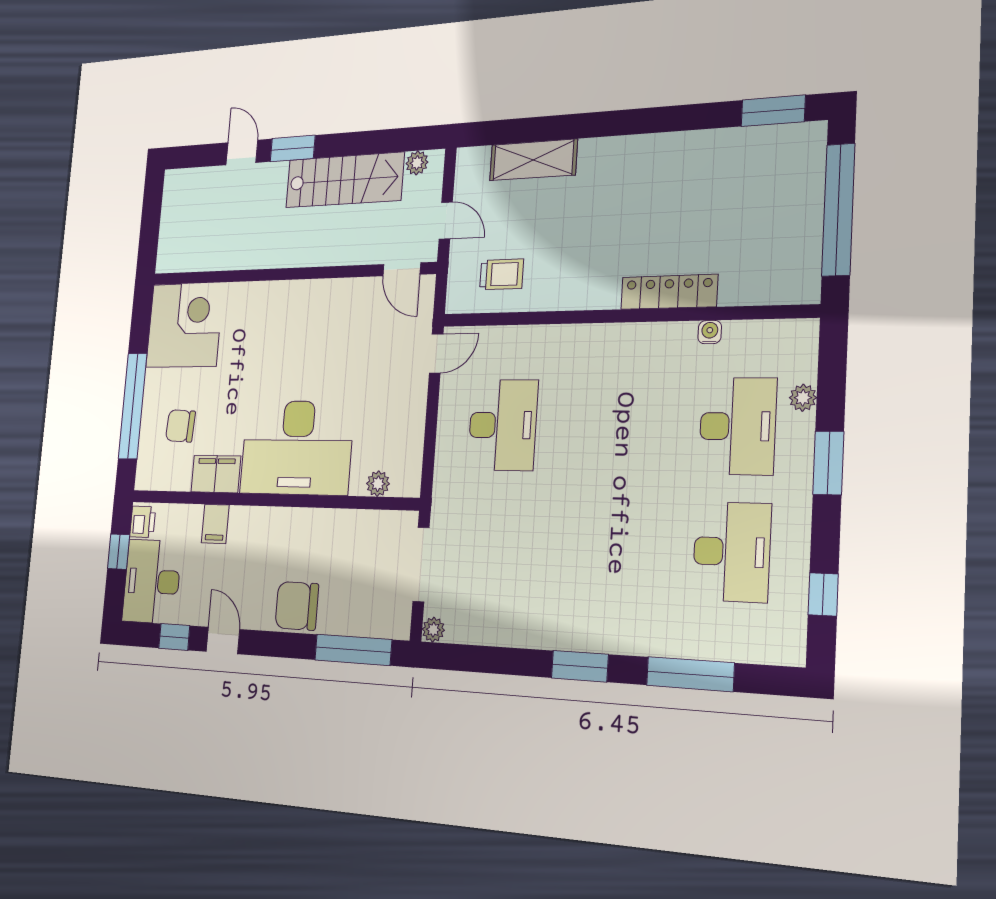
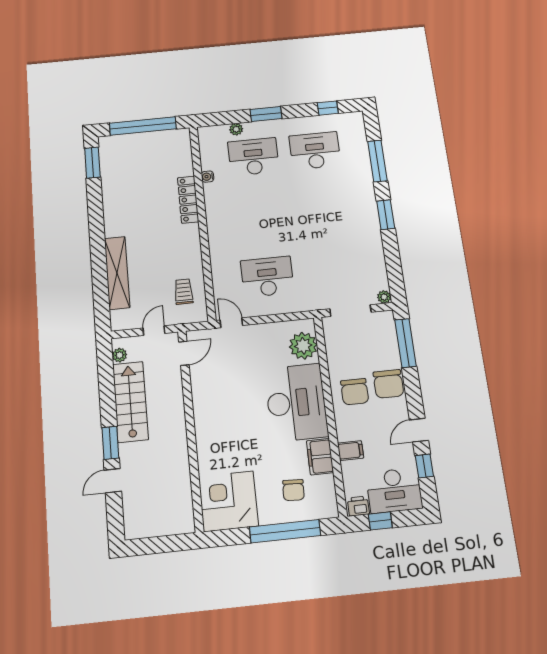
shelving: (533, 160) -> (117, 273), width x1.47
plant: (378, 484) -> (303, 346), width x1.87, depth x1.87
chair: (295, 547) -> (355, 392), added

